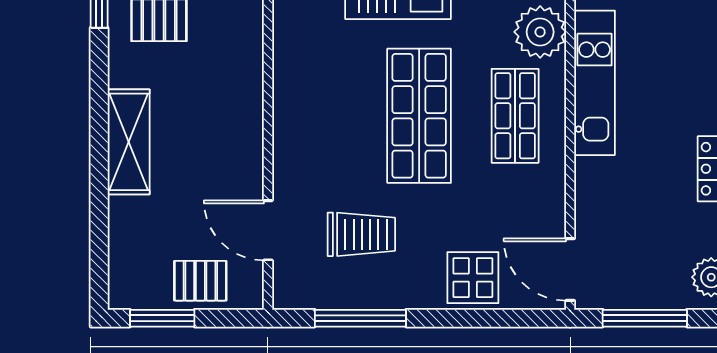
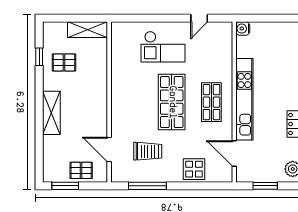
plant: (540, 32) -> (222, 67), removed
kitchen unit: (595, 83) -> (244, 99), width x1.36
door: (570, 269) -> (234, 154), moved
window: (645, 318) -> (265, 186), width x0.69

